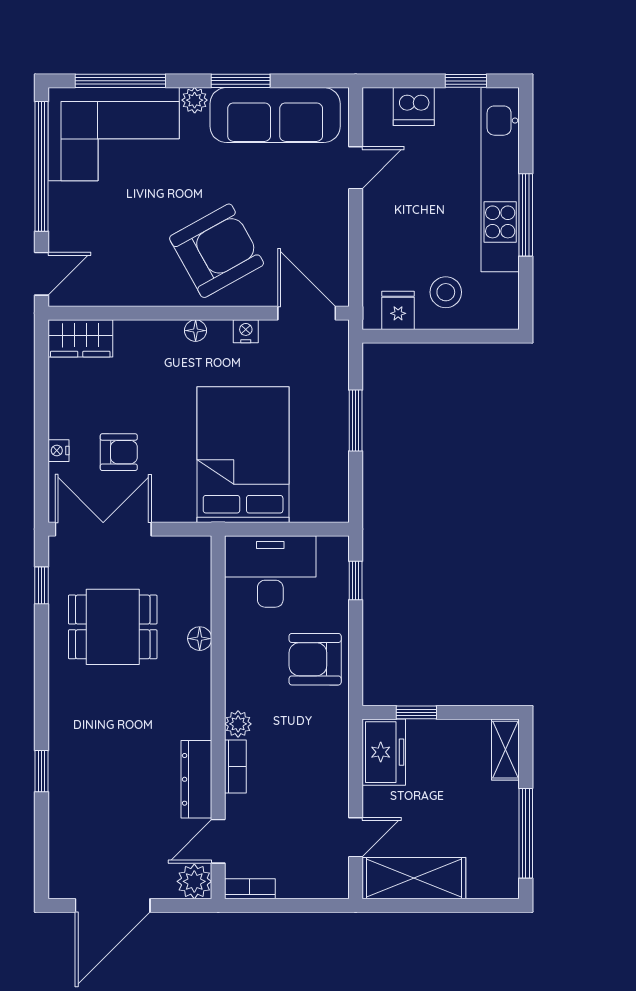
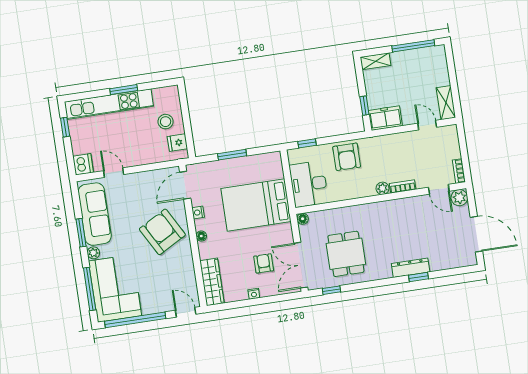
dishwasher: (414, 107) -> (83, 164), moved
window: (526, 215) -> (124, 90), width x0.69
wardrobe: (80, 338) -> (212, 282), width x1.50
nightstand: (58, 451) -> (254, 294), moved
floor lamp: (200, 639) -> (303, 219), moved
dresser: (196, 779) -> (411, 268), moved, turned 180
shelving: (414, 878) -> (446, 103), width x0.67, depth x0.75

